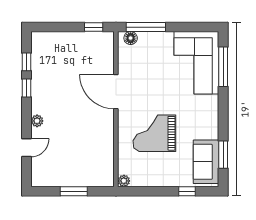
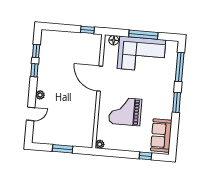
window: (146, 27) -> (143, 35), moved
corner sofa: (196, 63) -> (141, 54), moved, turned -90
window: (223, 155) -> (177, 102), moved

